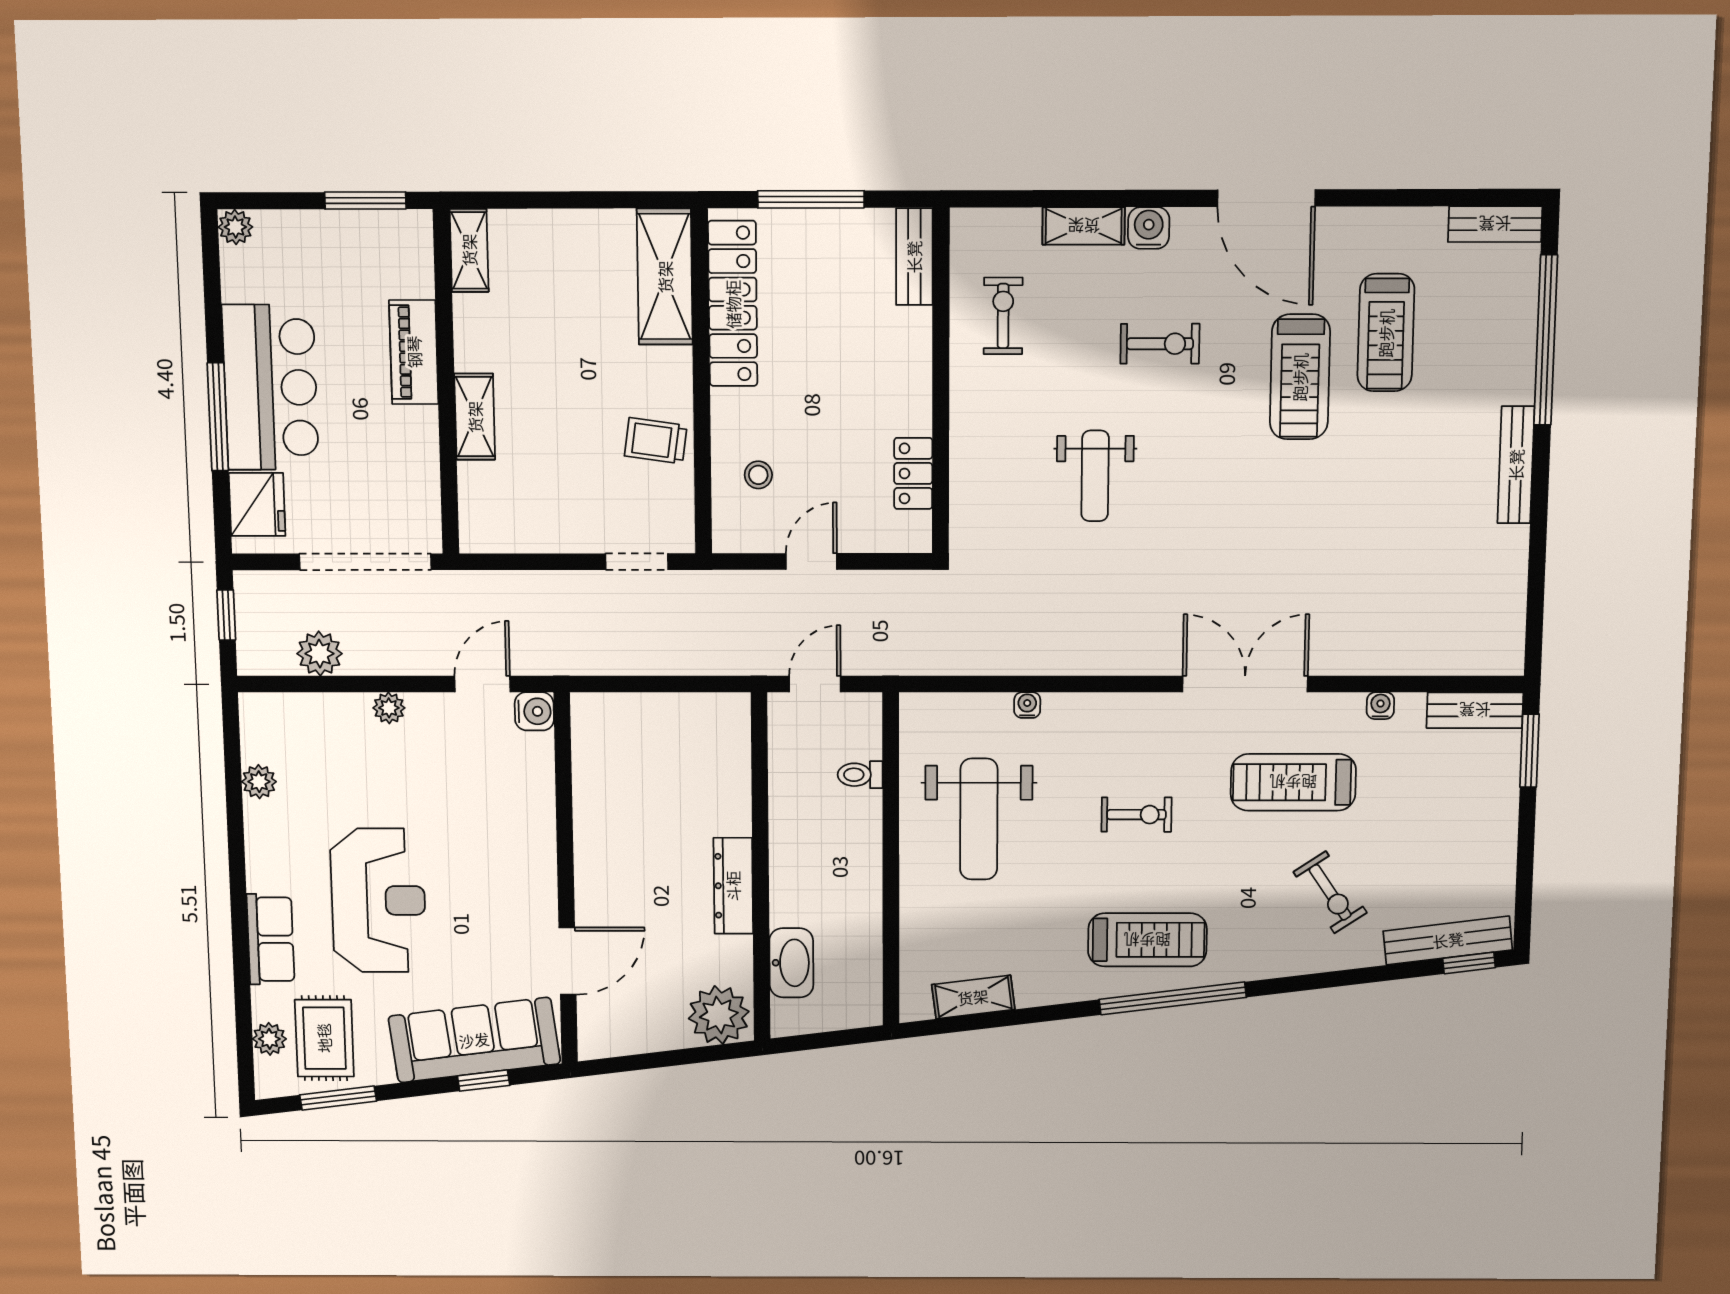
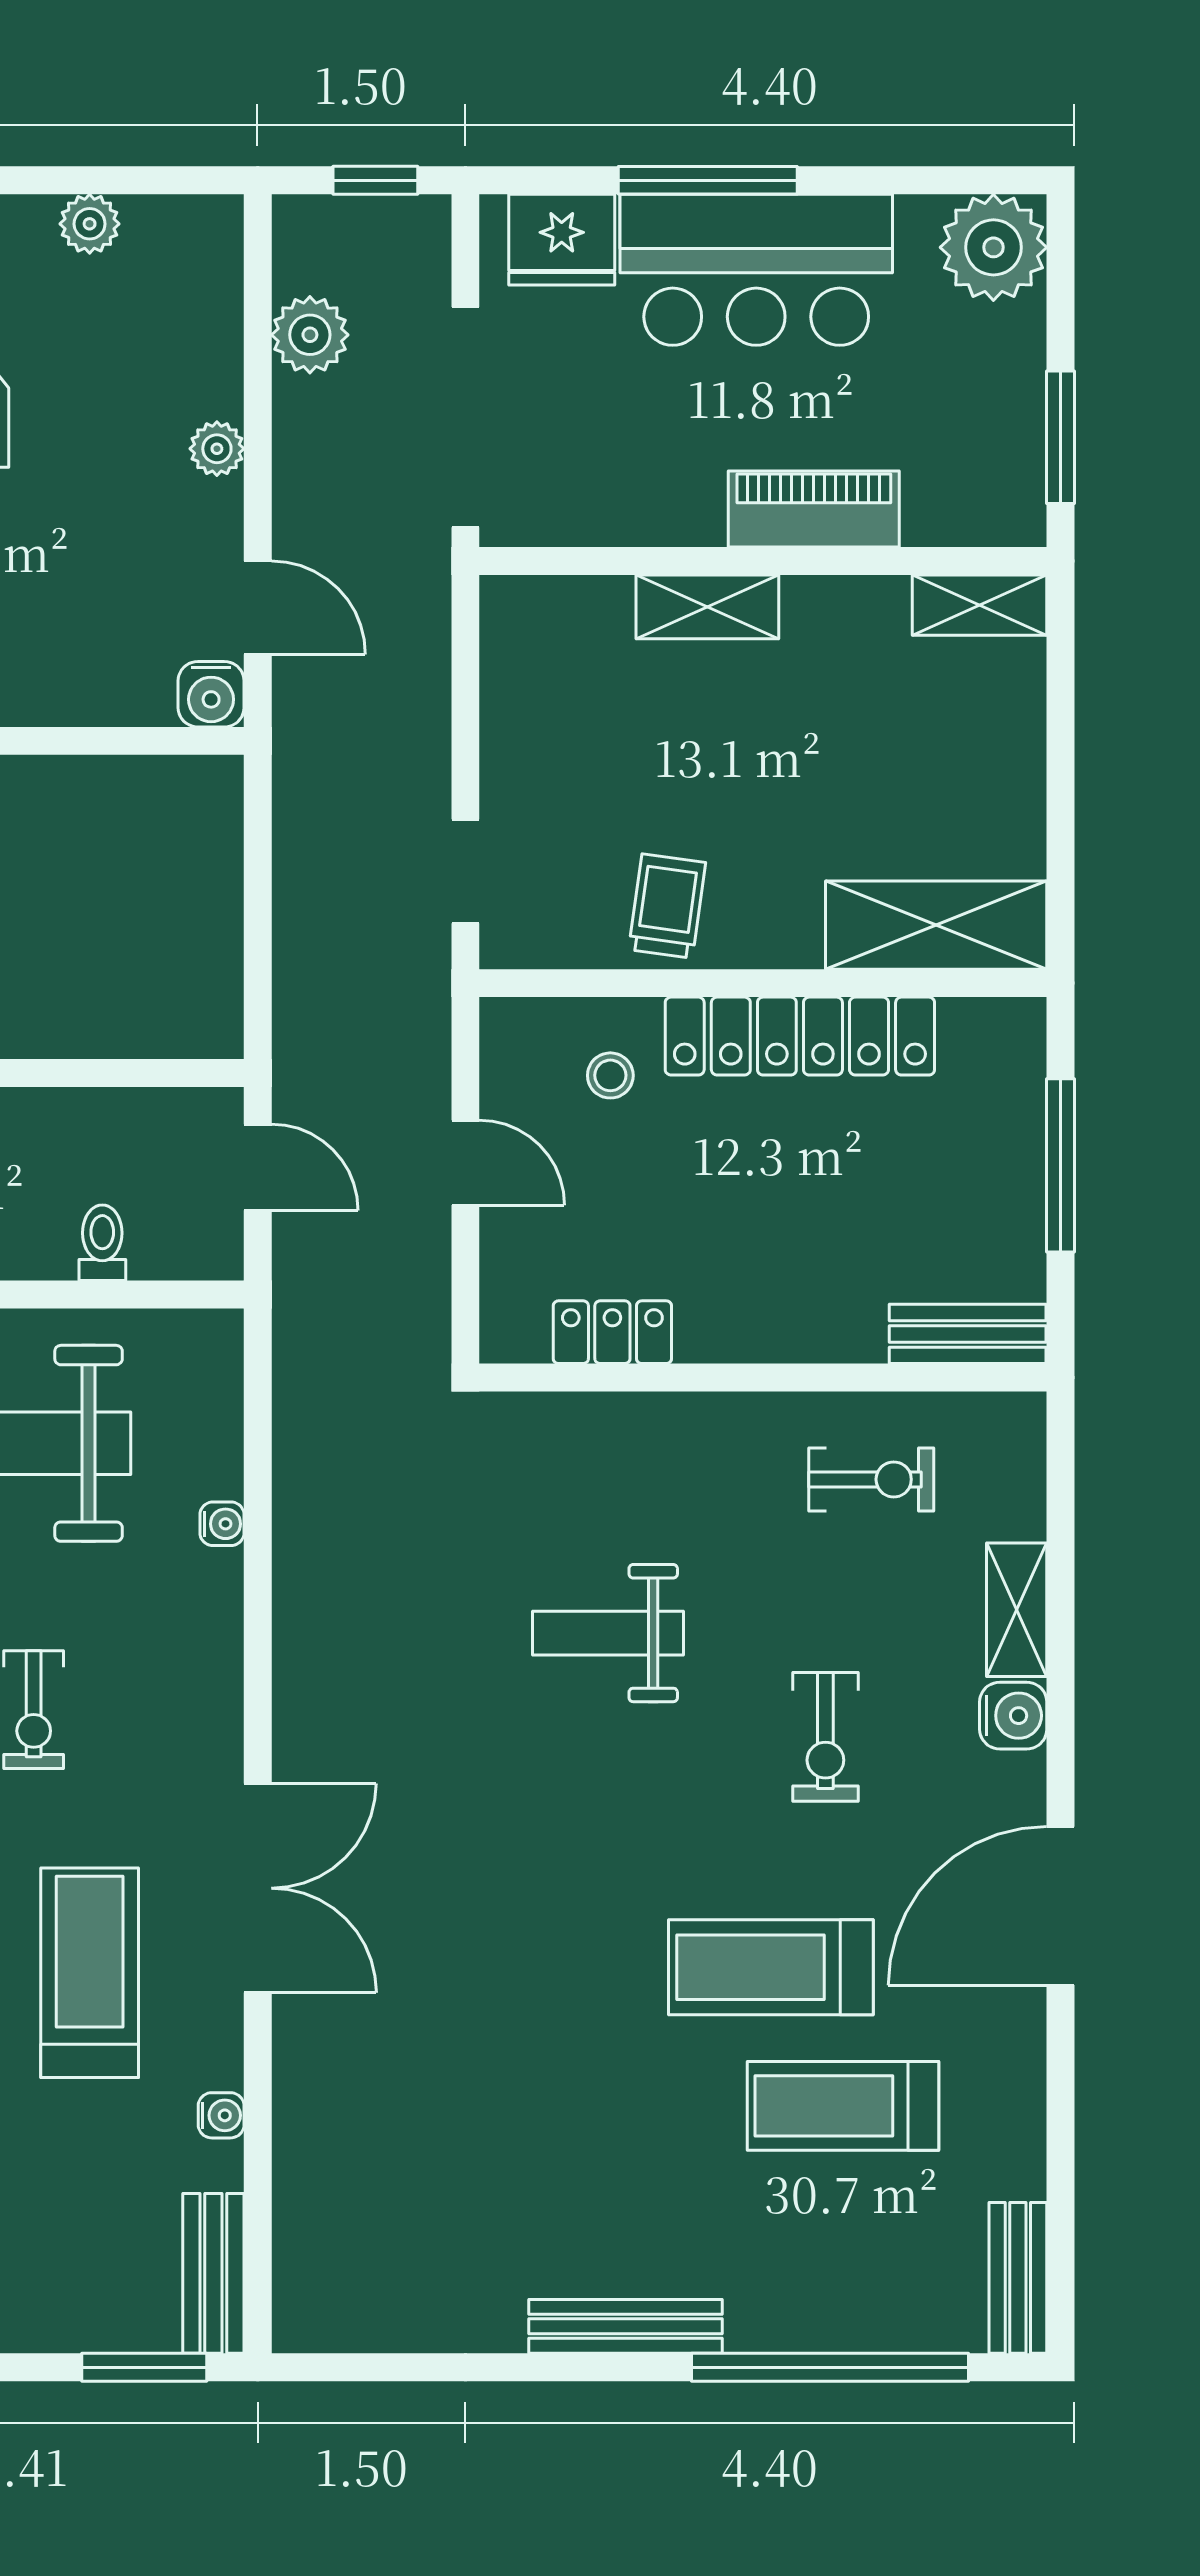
plant: (235, 227) -> (993, 247), width x1.87, depth x1.87
locker: (733, 304) -> (800, 1036), moved

